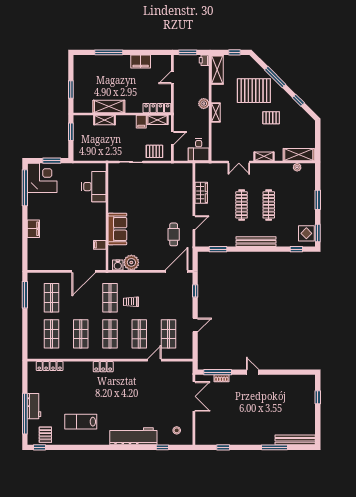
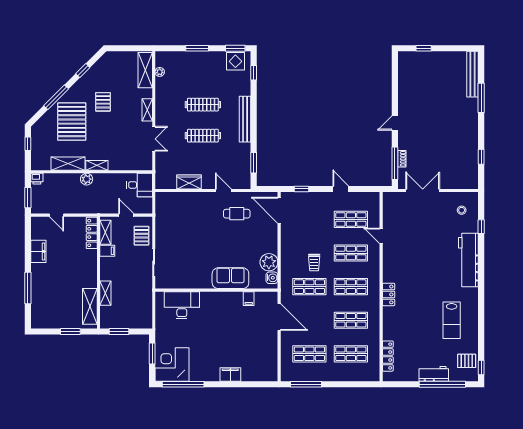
shelving: (217, 70) -> (68, 164), moved
shelving: (109, 106) -> (90, 306), moved

